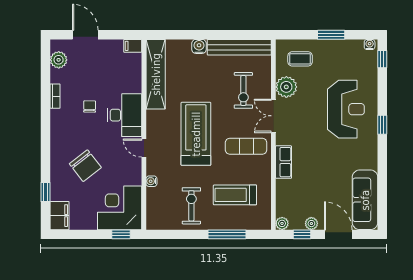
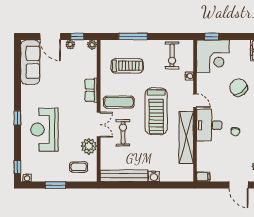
shelving: (156, 74) -> (186, 137), moved
exercise bike: (243, 90) -> (123, 133), moved
exercise bike: (191, 206) -> (172, 55), moved

